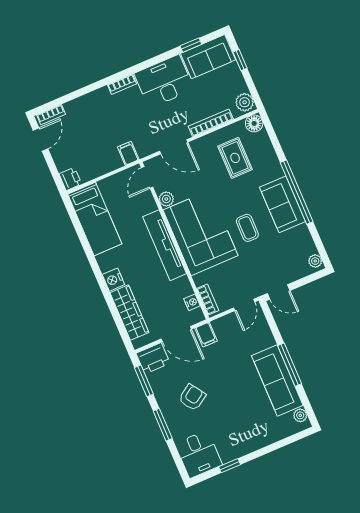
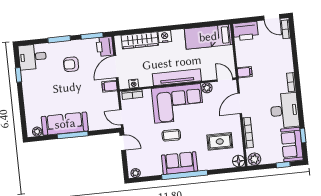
printer: (70, 179) -> (246, 31), width x1.87, depth x1.48
door: (279, 292) -> (123, 143), swing flipped
armchair: (192, 397) -> (71, 64), turned 124

